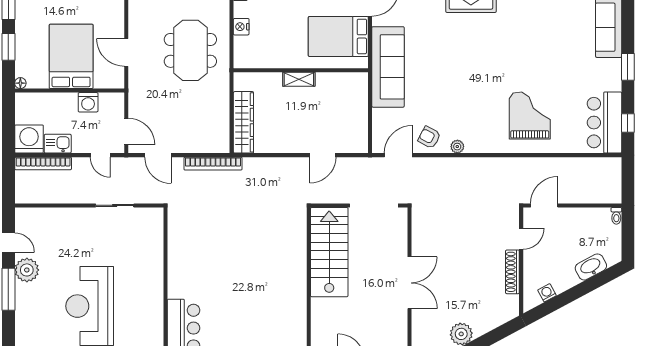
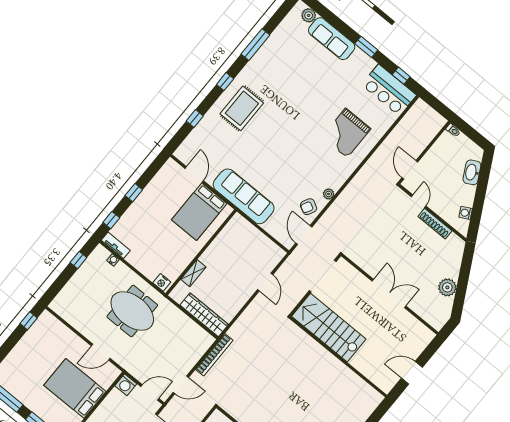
nightstand: (241, 27) -> (162, 282), moved
shelving: (299, 79) -> (193, 273), moved
washing machine: (88, 102) -> (126, 385), moved, turned 90
grand piano: (530, 116) -> (346, 133), turned -90

